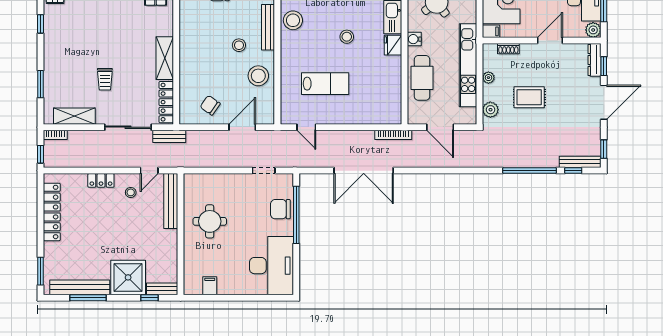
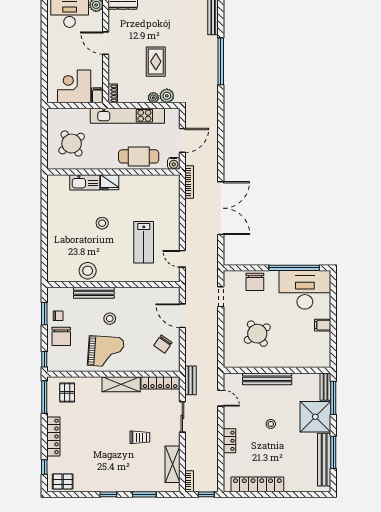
window: (40, 24) -> (108, 494), moved
water cooler: (414, 39) -> (174, 163), moved
grand piano: (202, 41) -> (106, 352), added
shoe rack: (508, 49) -> (113, 93), moved
stool: (258, 76) -> (137, 301), removed
plant: (488, 78) -> (153, 98), moved
lab bench: (325, 84) -> (144, 242), turned 180
sliding door: (128, 127) -> (182, 417), width x0.73
door: (306, 127) -> (182, 259), swing flipped
window: (573, 171) -> (221, 23), removed
stool: (131, 192) -> (271, 424), moved
bench: (171, 201) -> (267, 379), moved
window: (296, 215) -> (294, 268), moved
round table: (210, 221) -> (257, 334), moved, turned -34
window: (40, 271) -> (310, 494), removed
filing cabinet: (210, 286) -> (323, 325), moved
window: (149, 298) -> (333, 398), width x2.17

